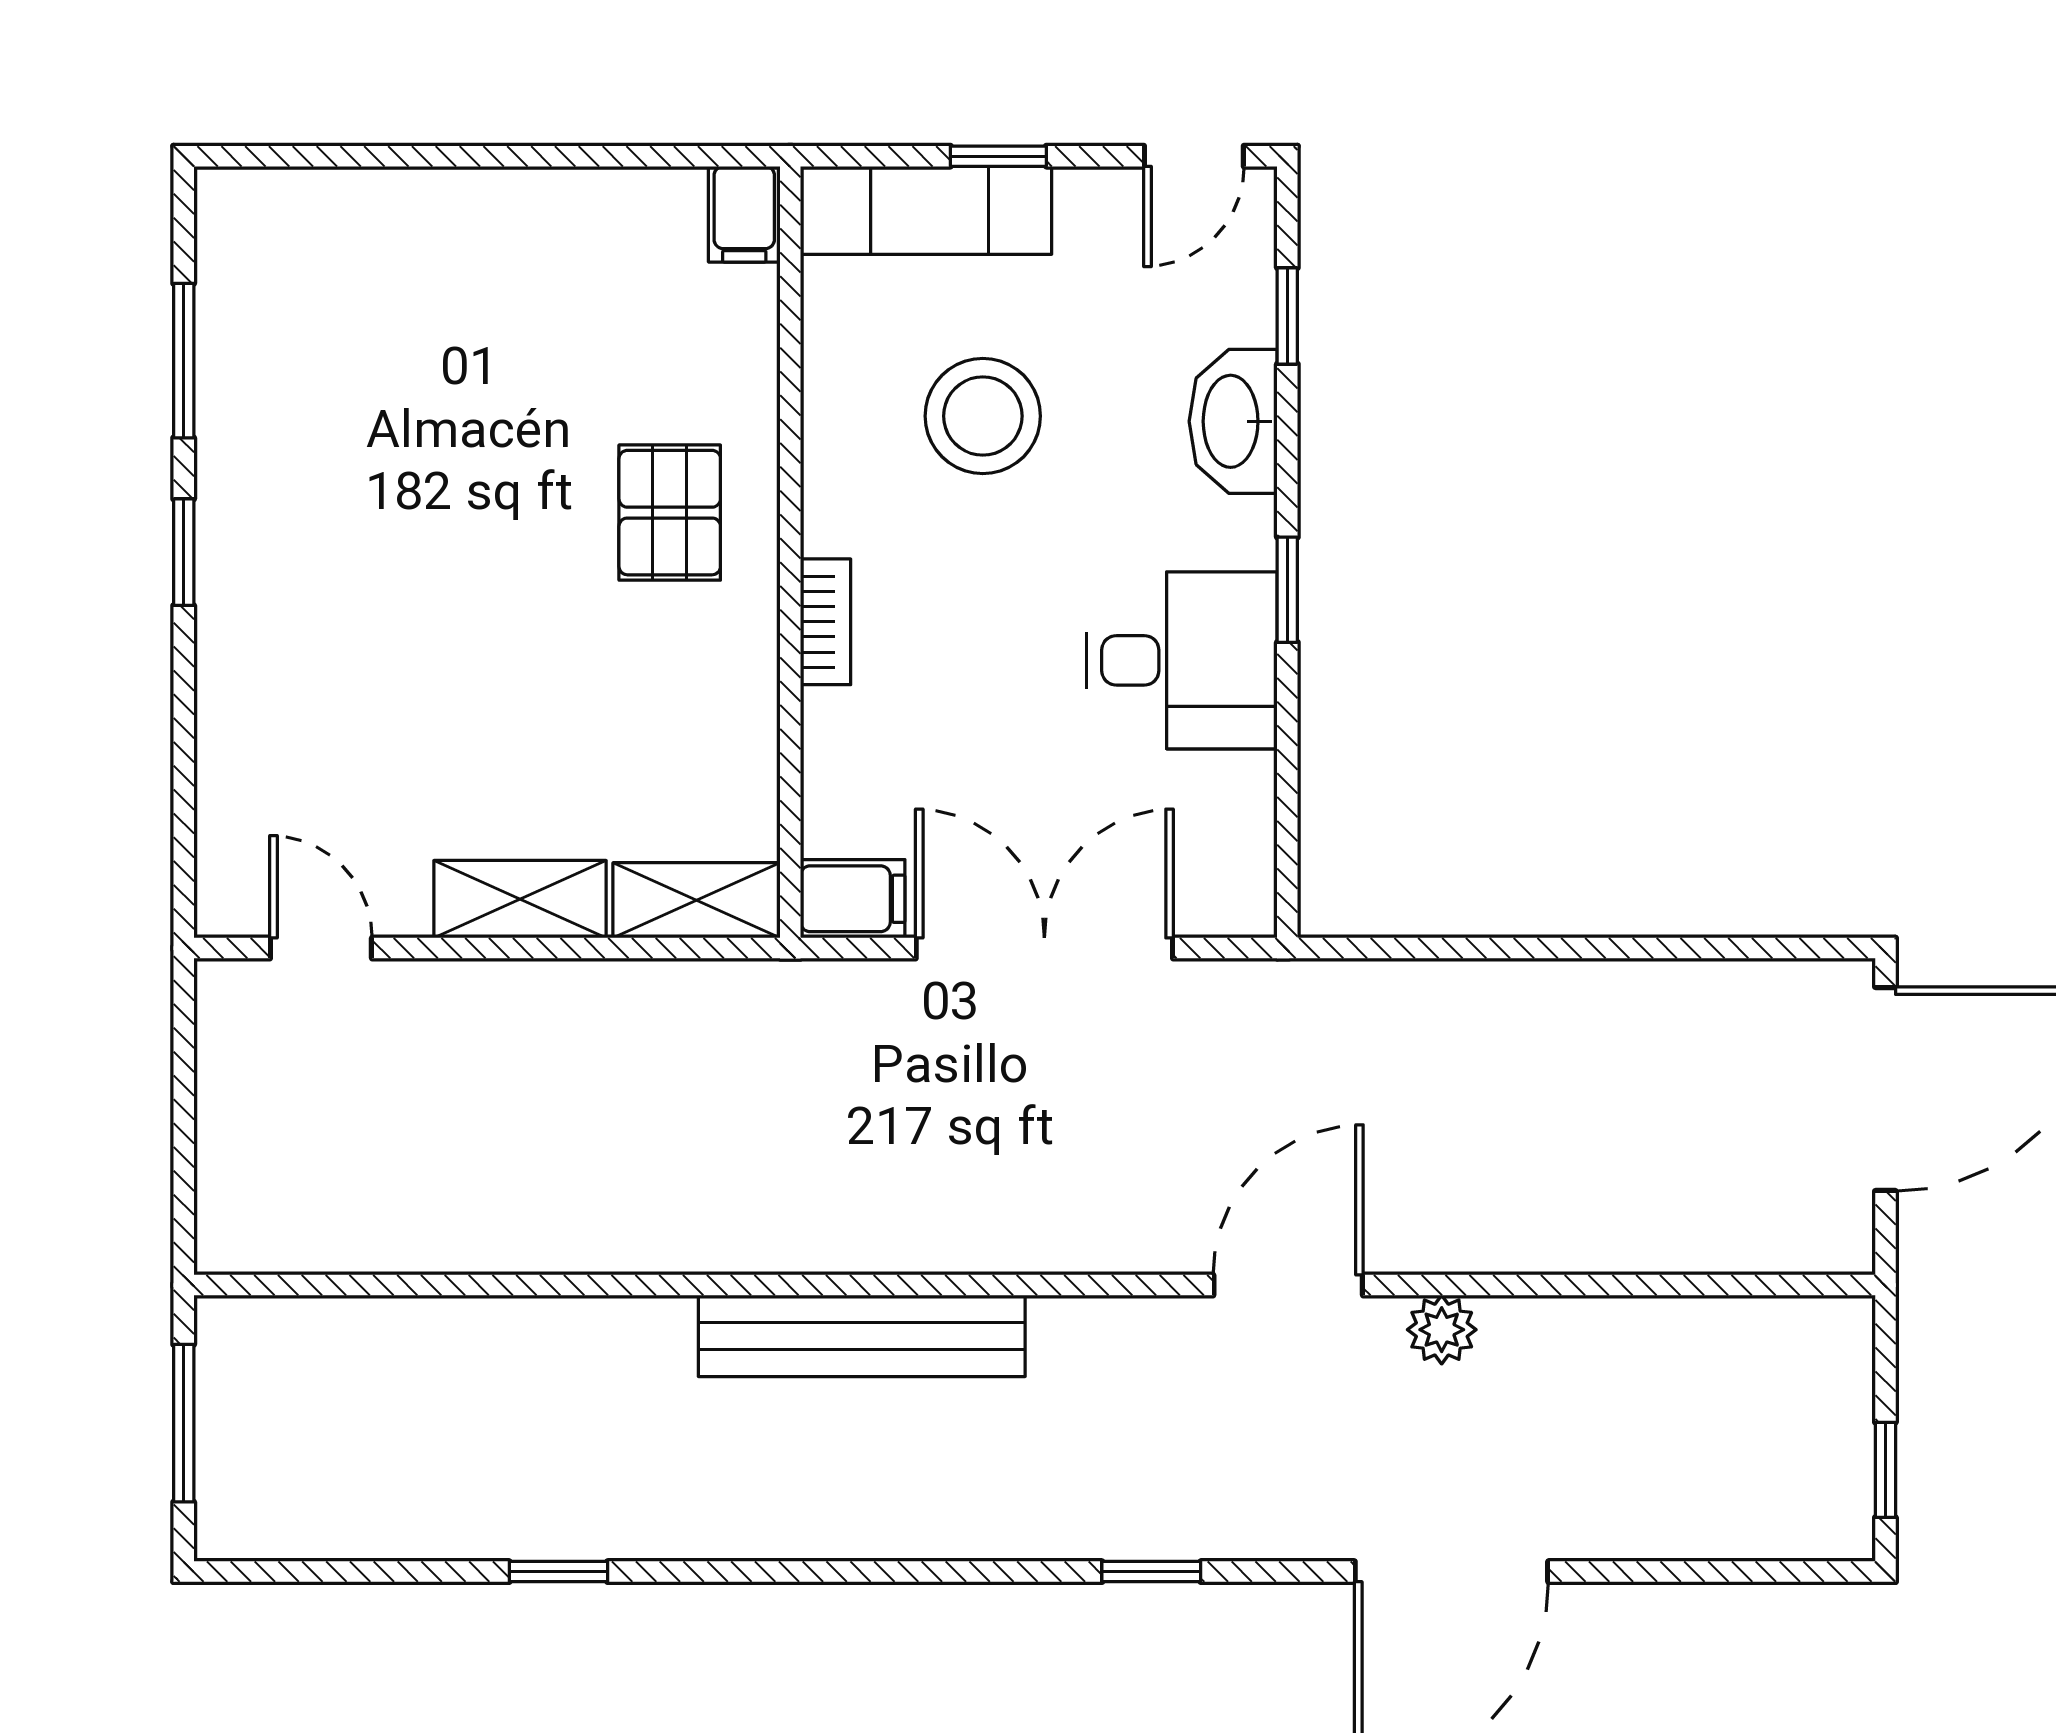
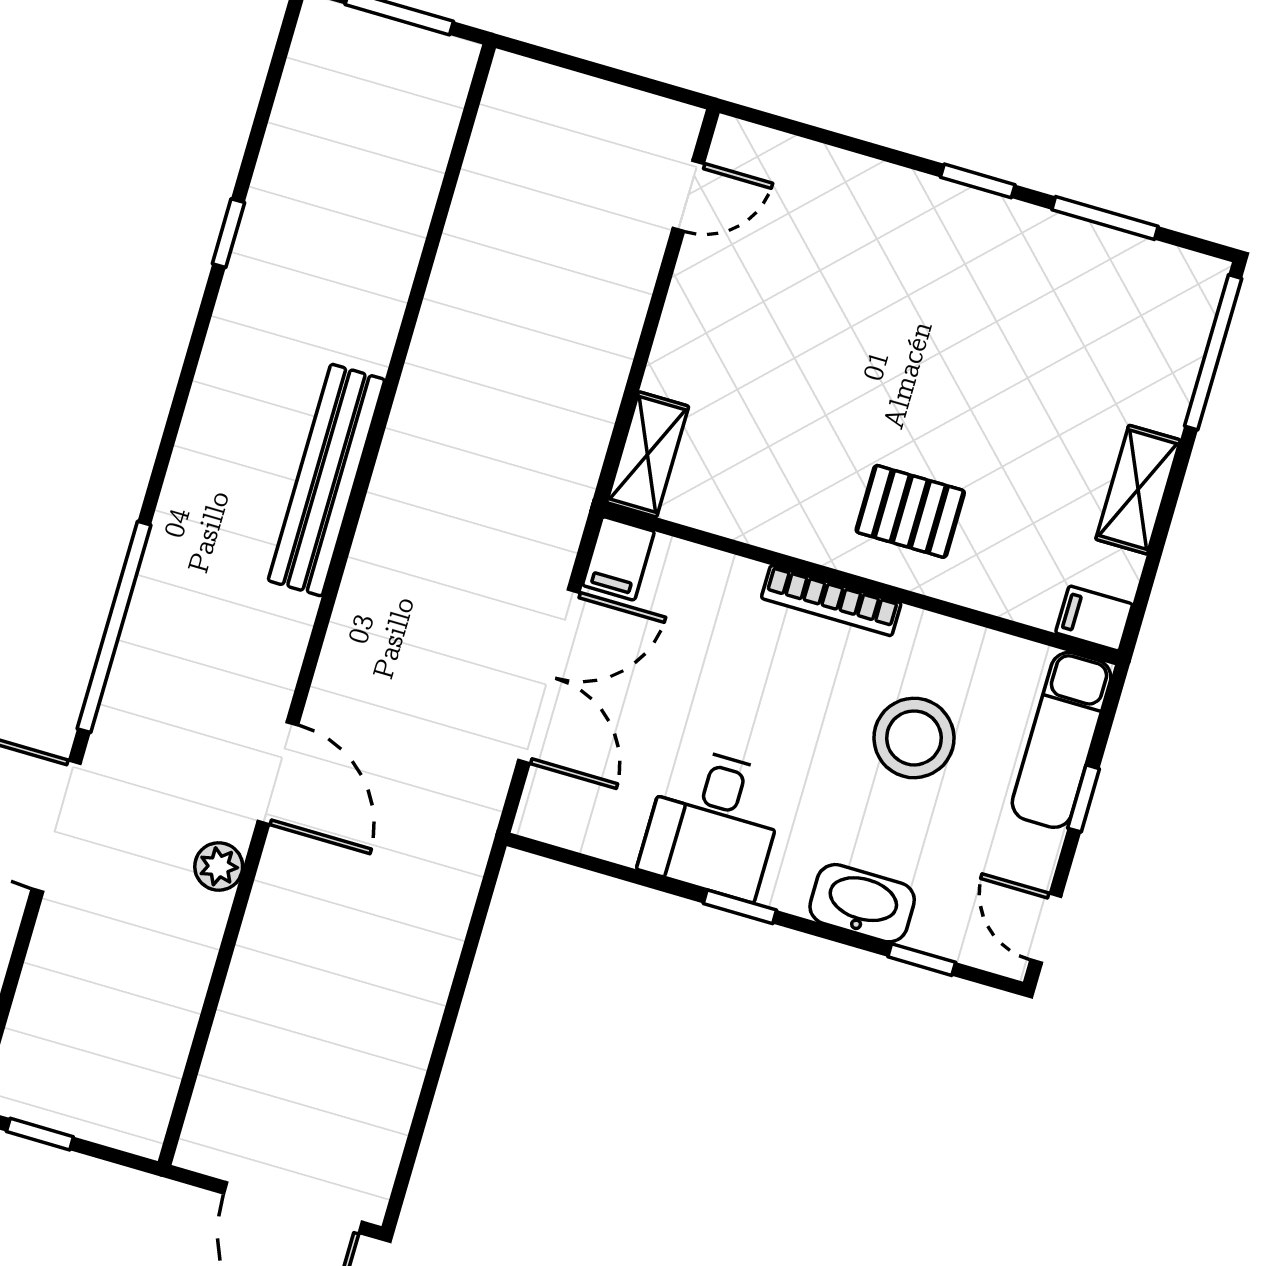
window: (327, 156) -> (1213, 352), added
bookcase: (826, 622) -> (831, 601), width x1.56
shelving: (520, 899) -> (1138, 490), moved
window: (1151, 1572) -> (114, 627), width x3.17

